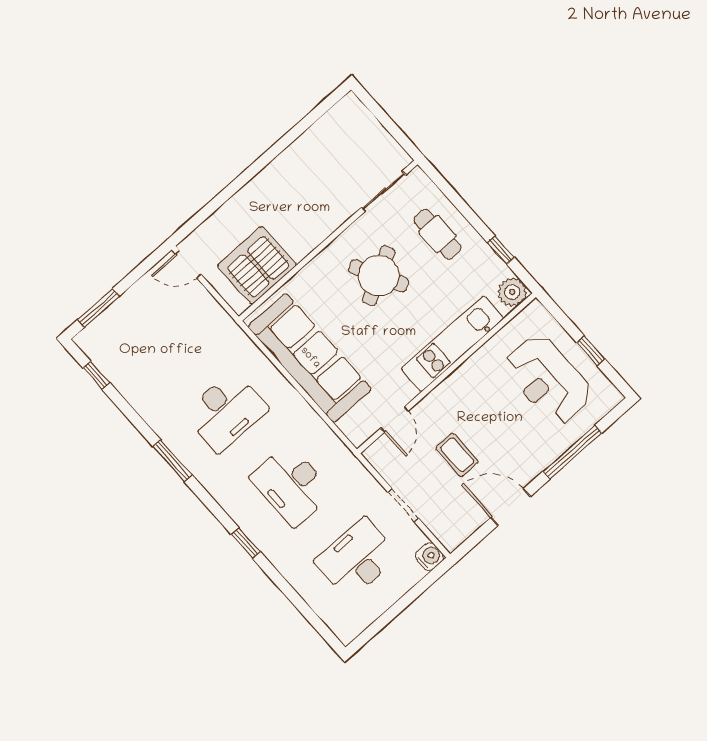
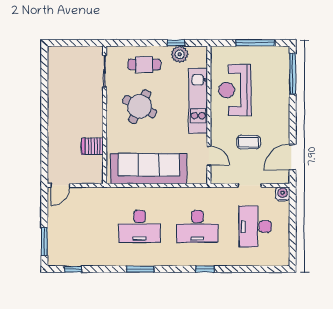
server rack: (257, 265) -> (92, 146), width x0.46, depth x0.70
round table: (379, 276) -> (140, 106), turned -35
plant: (512, 292) -> (180, 54), moved
window: (591, 351) -> (255, 43), width x2.17
reception desk: (548, 380) -> (235, 90), moved, turned 90
desk: (226, 412) -> (140, 226), turned 90
window: (572, 452) -> (293, 73), moved
door: (511, 507) -> (293, 157), moved

